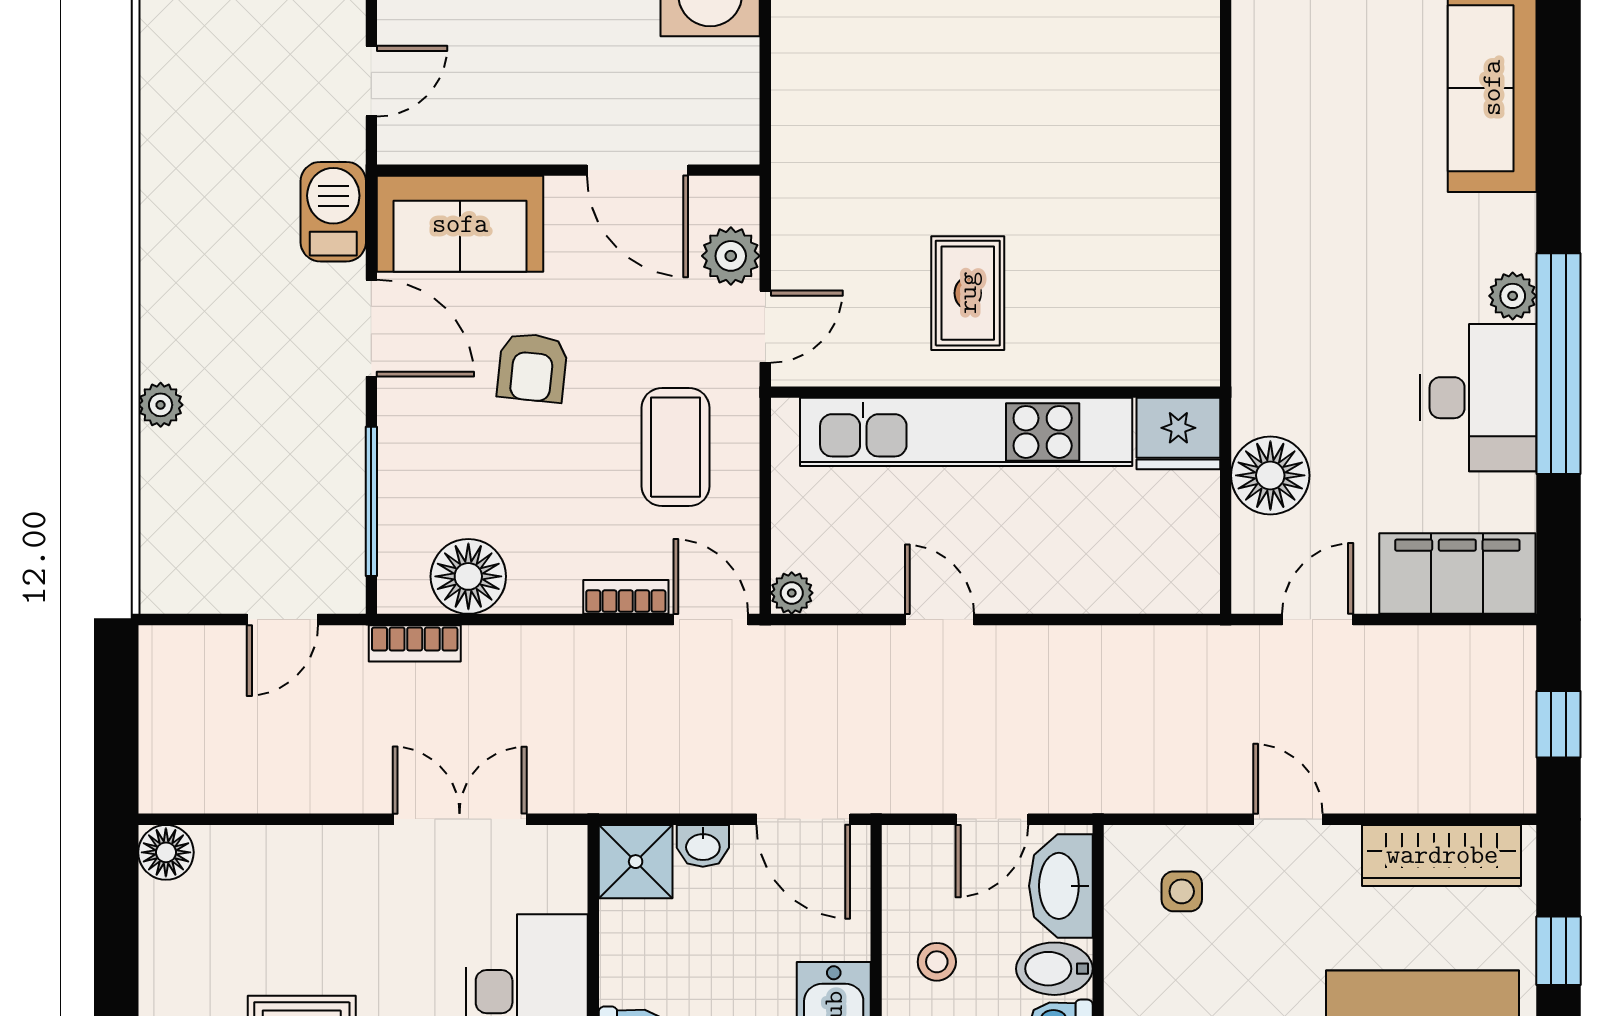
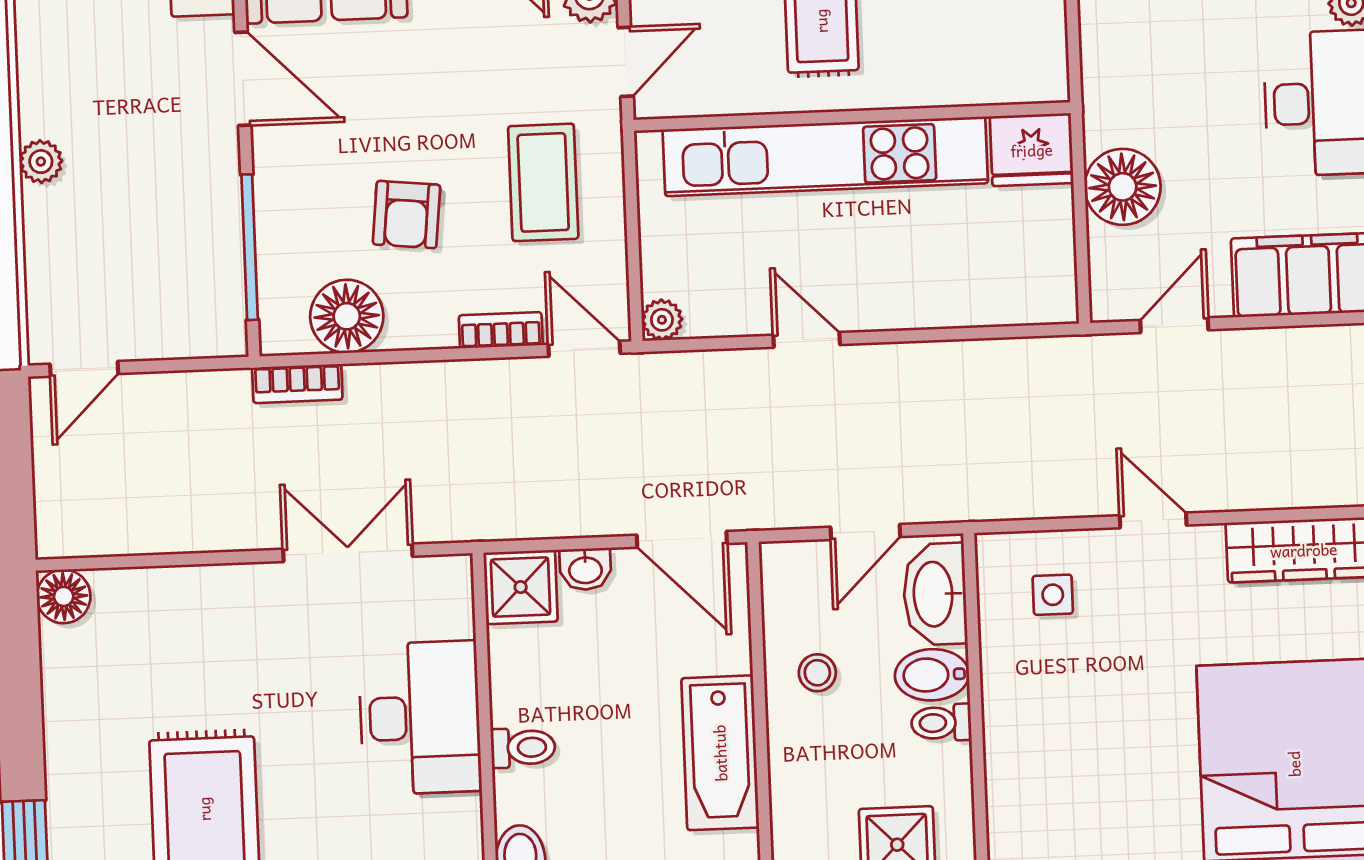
armchair: (532, 367) -> (407, 215), moved
door: (282, 620) -> (84, 369), moved

